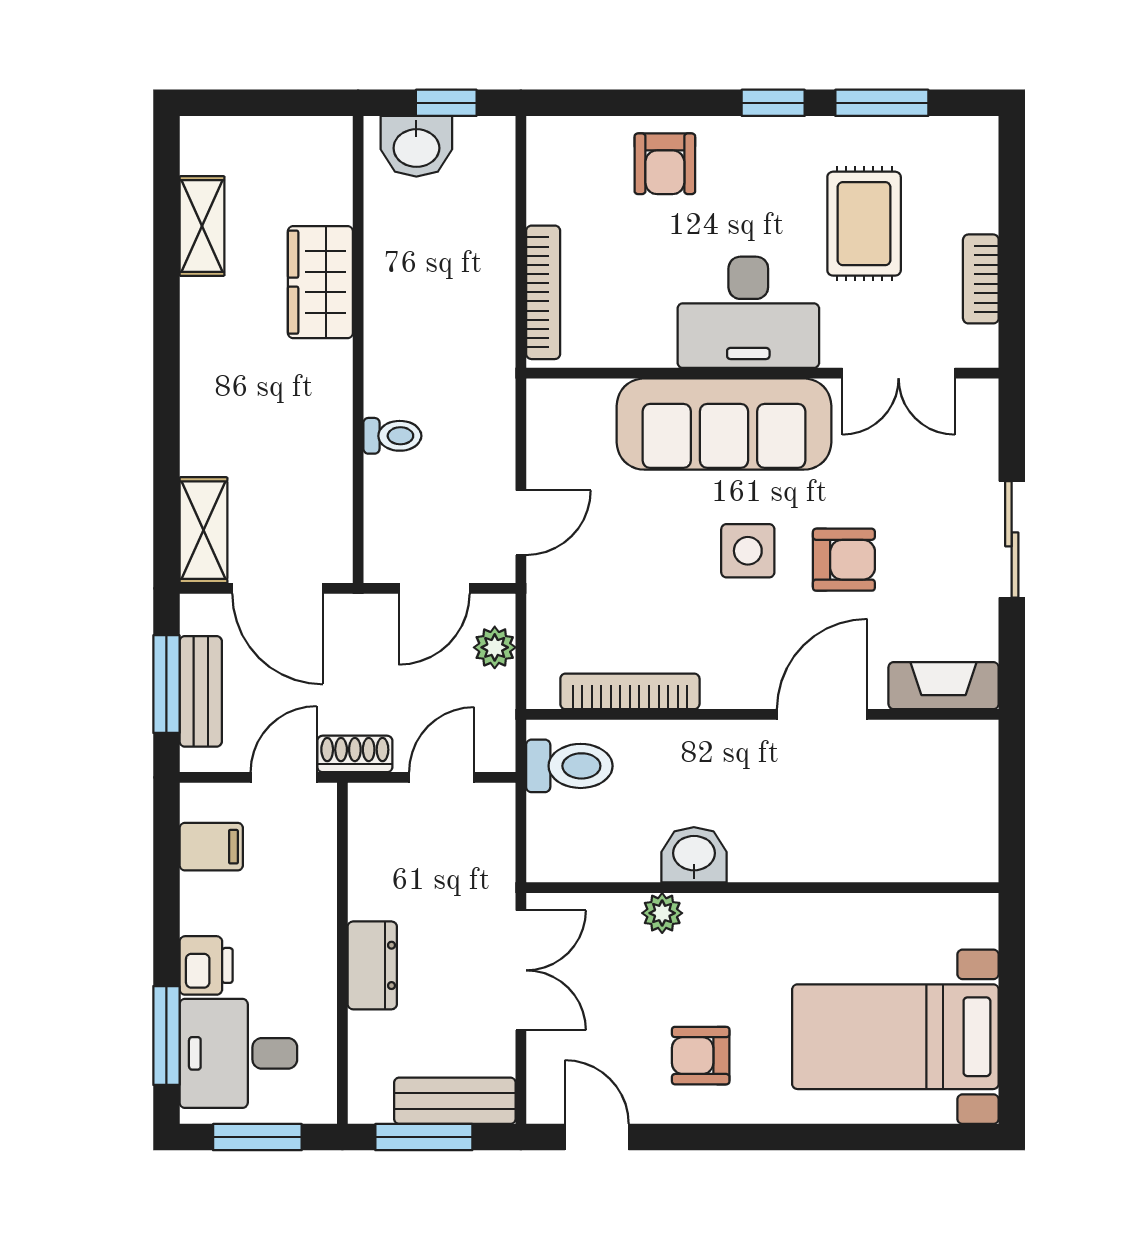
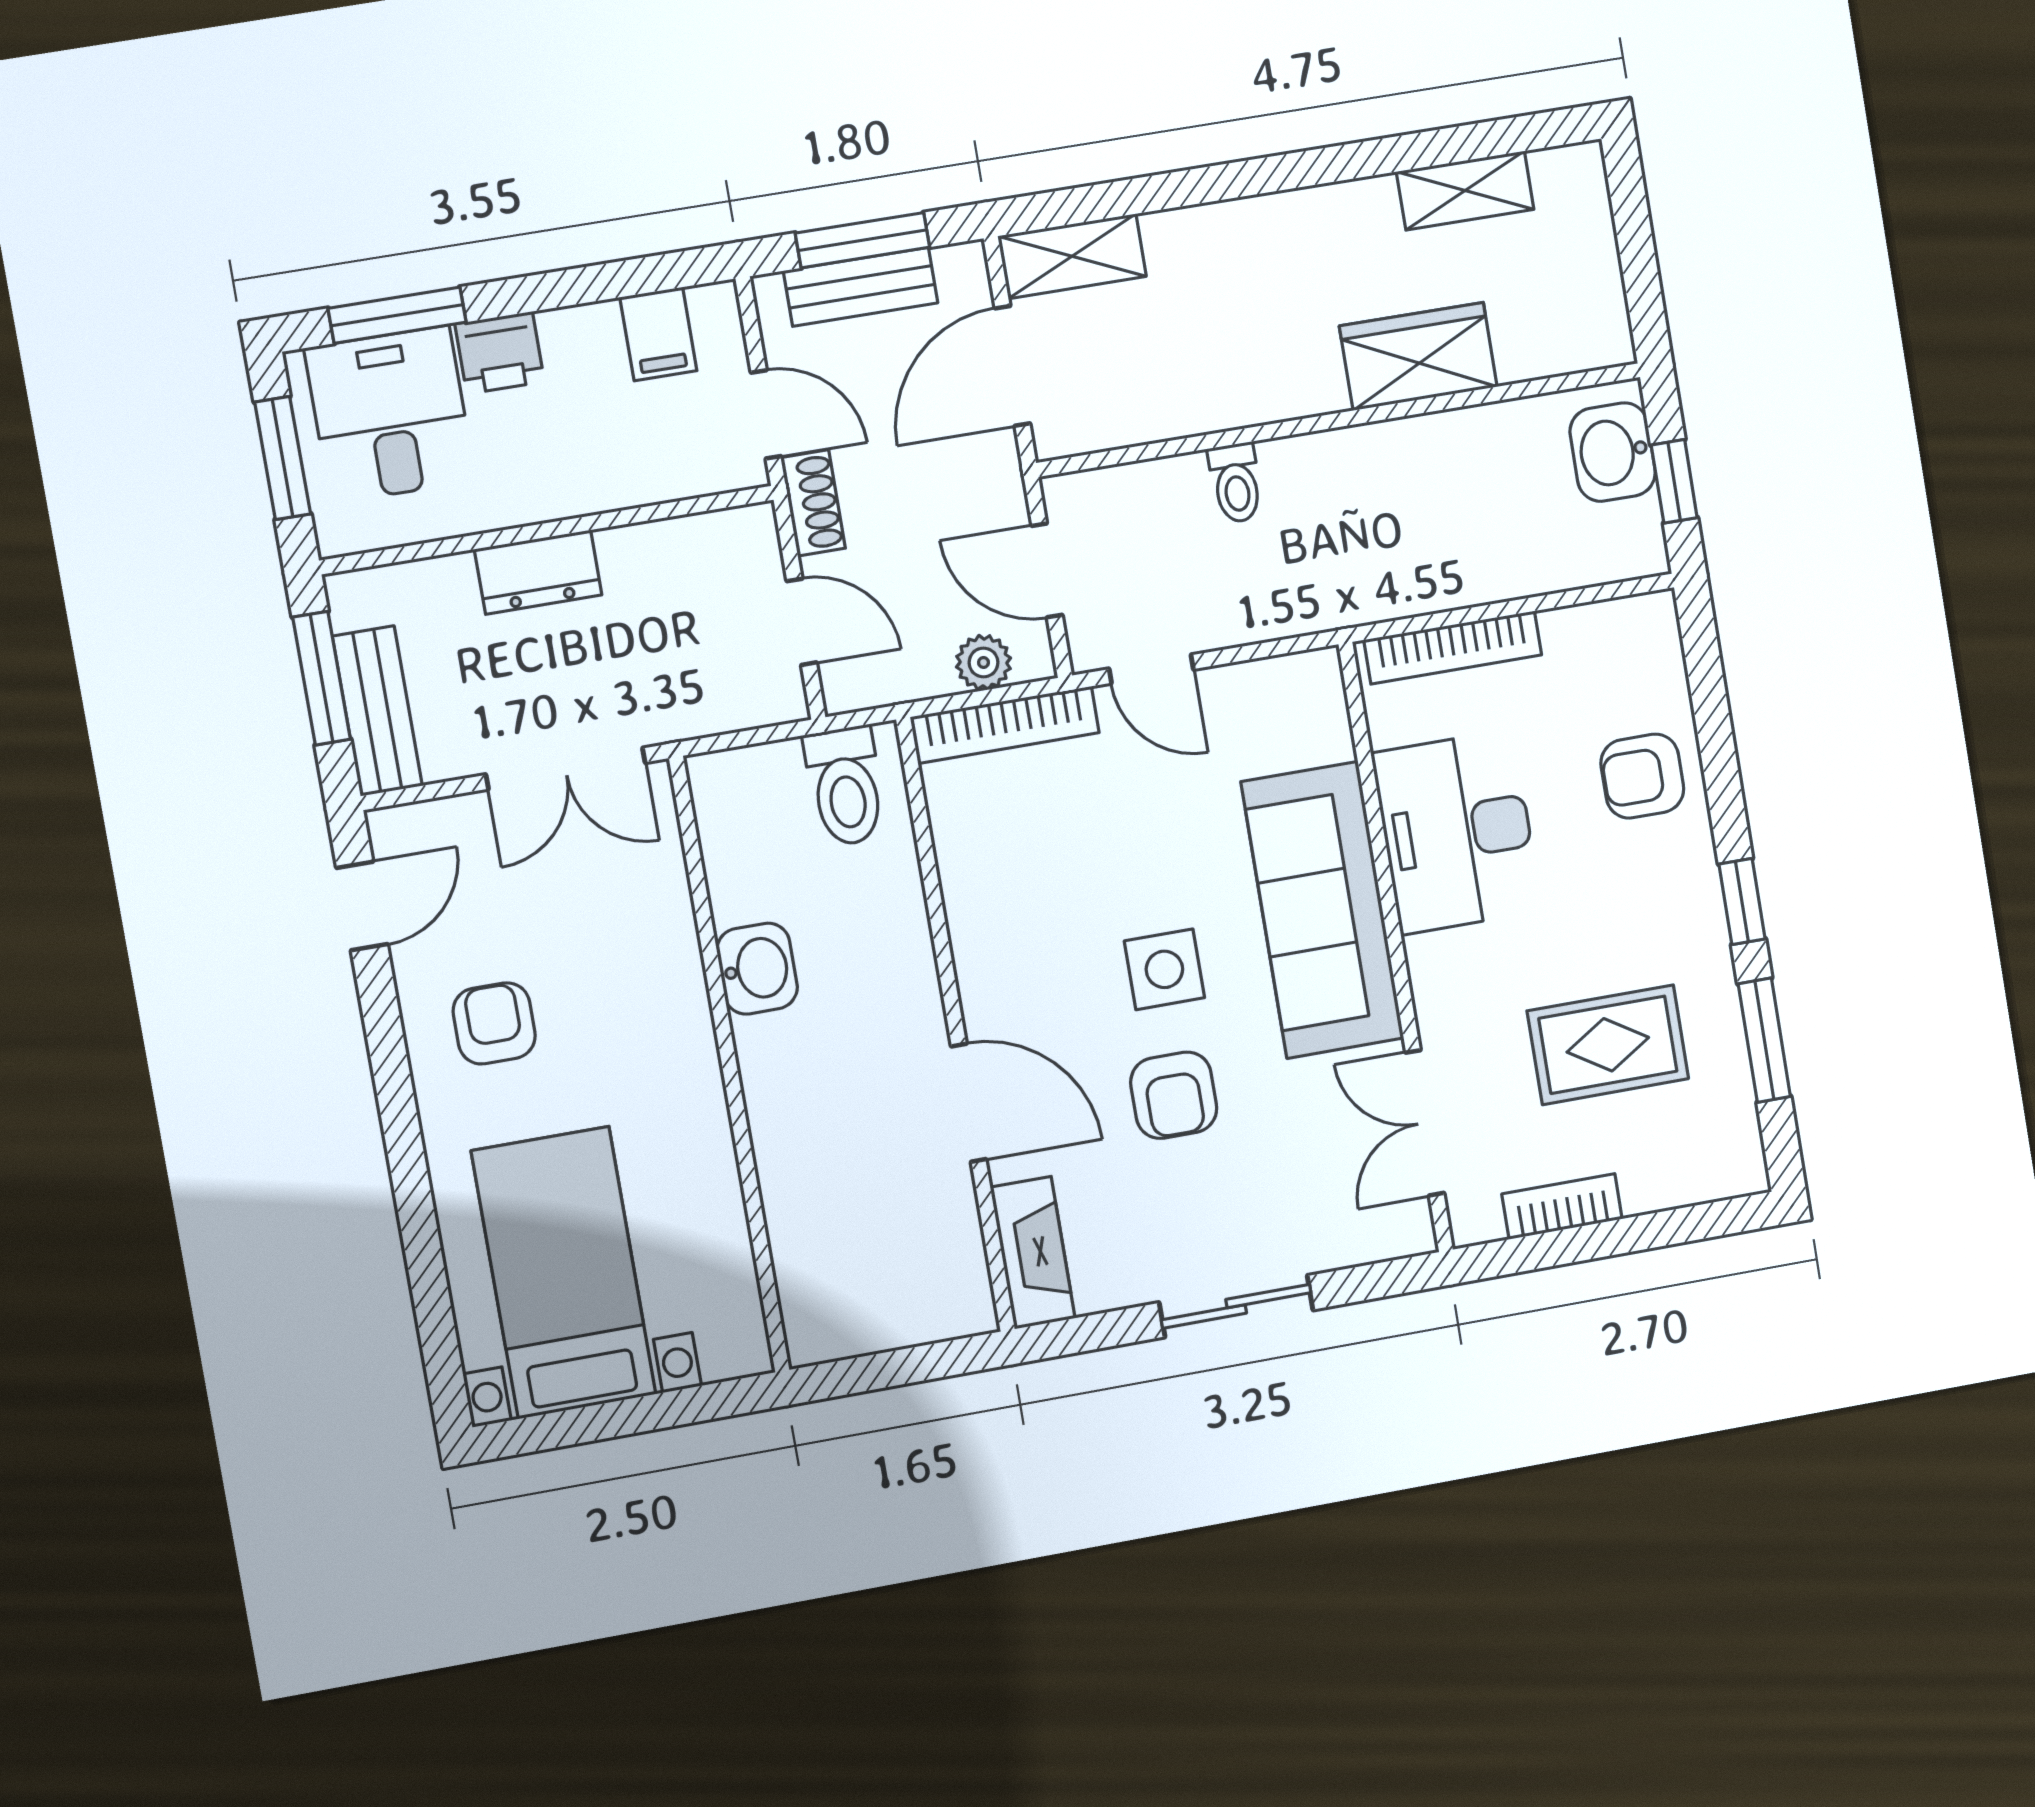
desk: (748, 312) -> (1457, 832), moved
bookcase: (630, 691) -> (1005, 725), moved, turned 90
plant: (662, 913) -> (673, 940), removed

